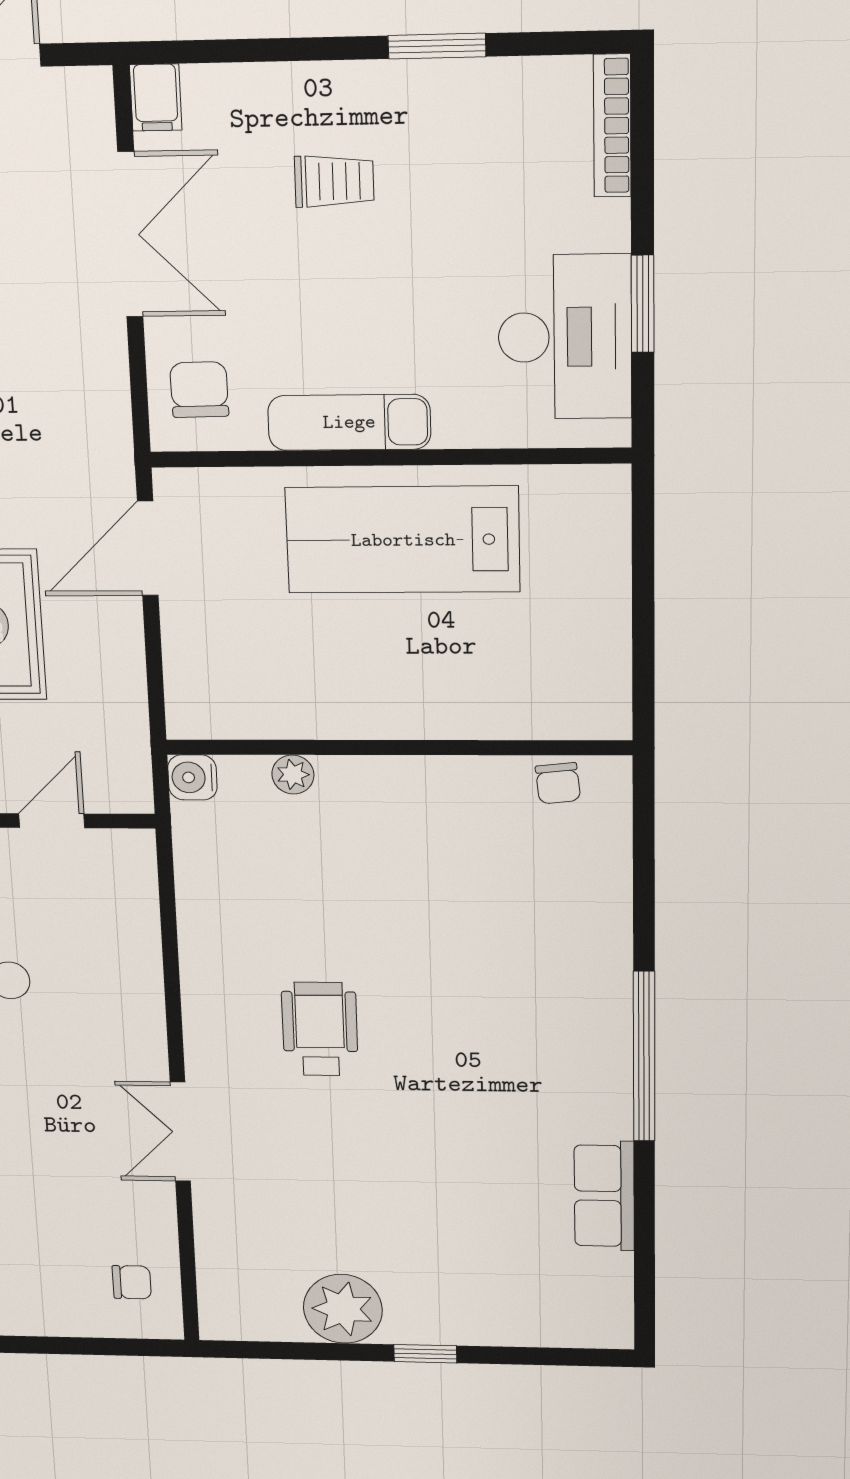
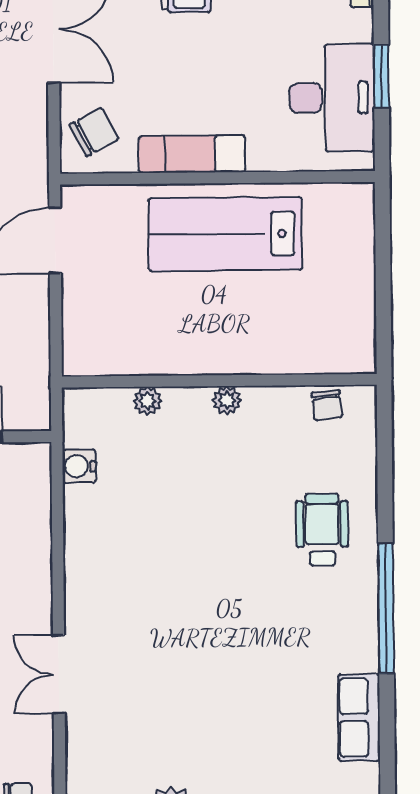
chair: (199, 390) -> (94, 132), turned 63
plant: (410, 775) -> (227, 400), added
water cooler: (192, 777) -> (79, 466), moved
wheelchair: (320, 1029) -> (322, 530), moved

